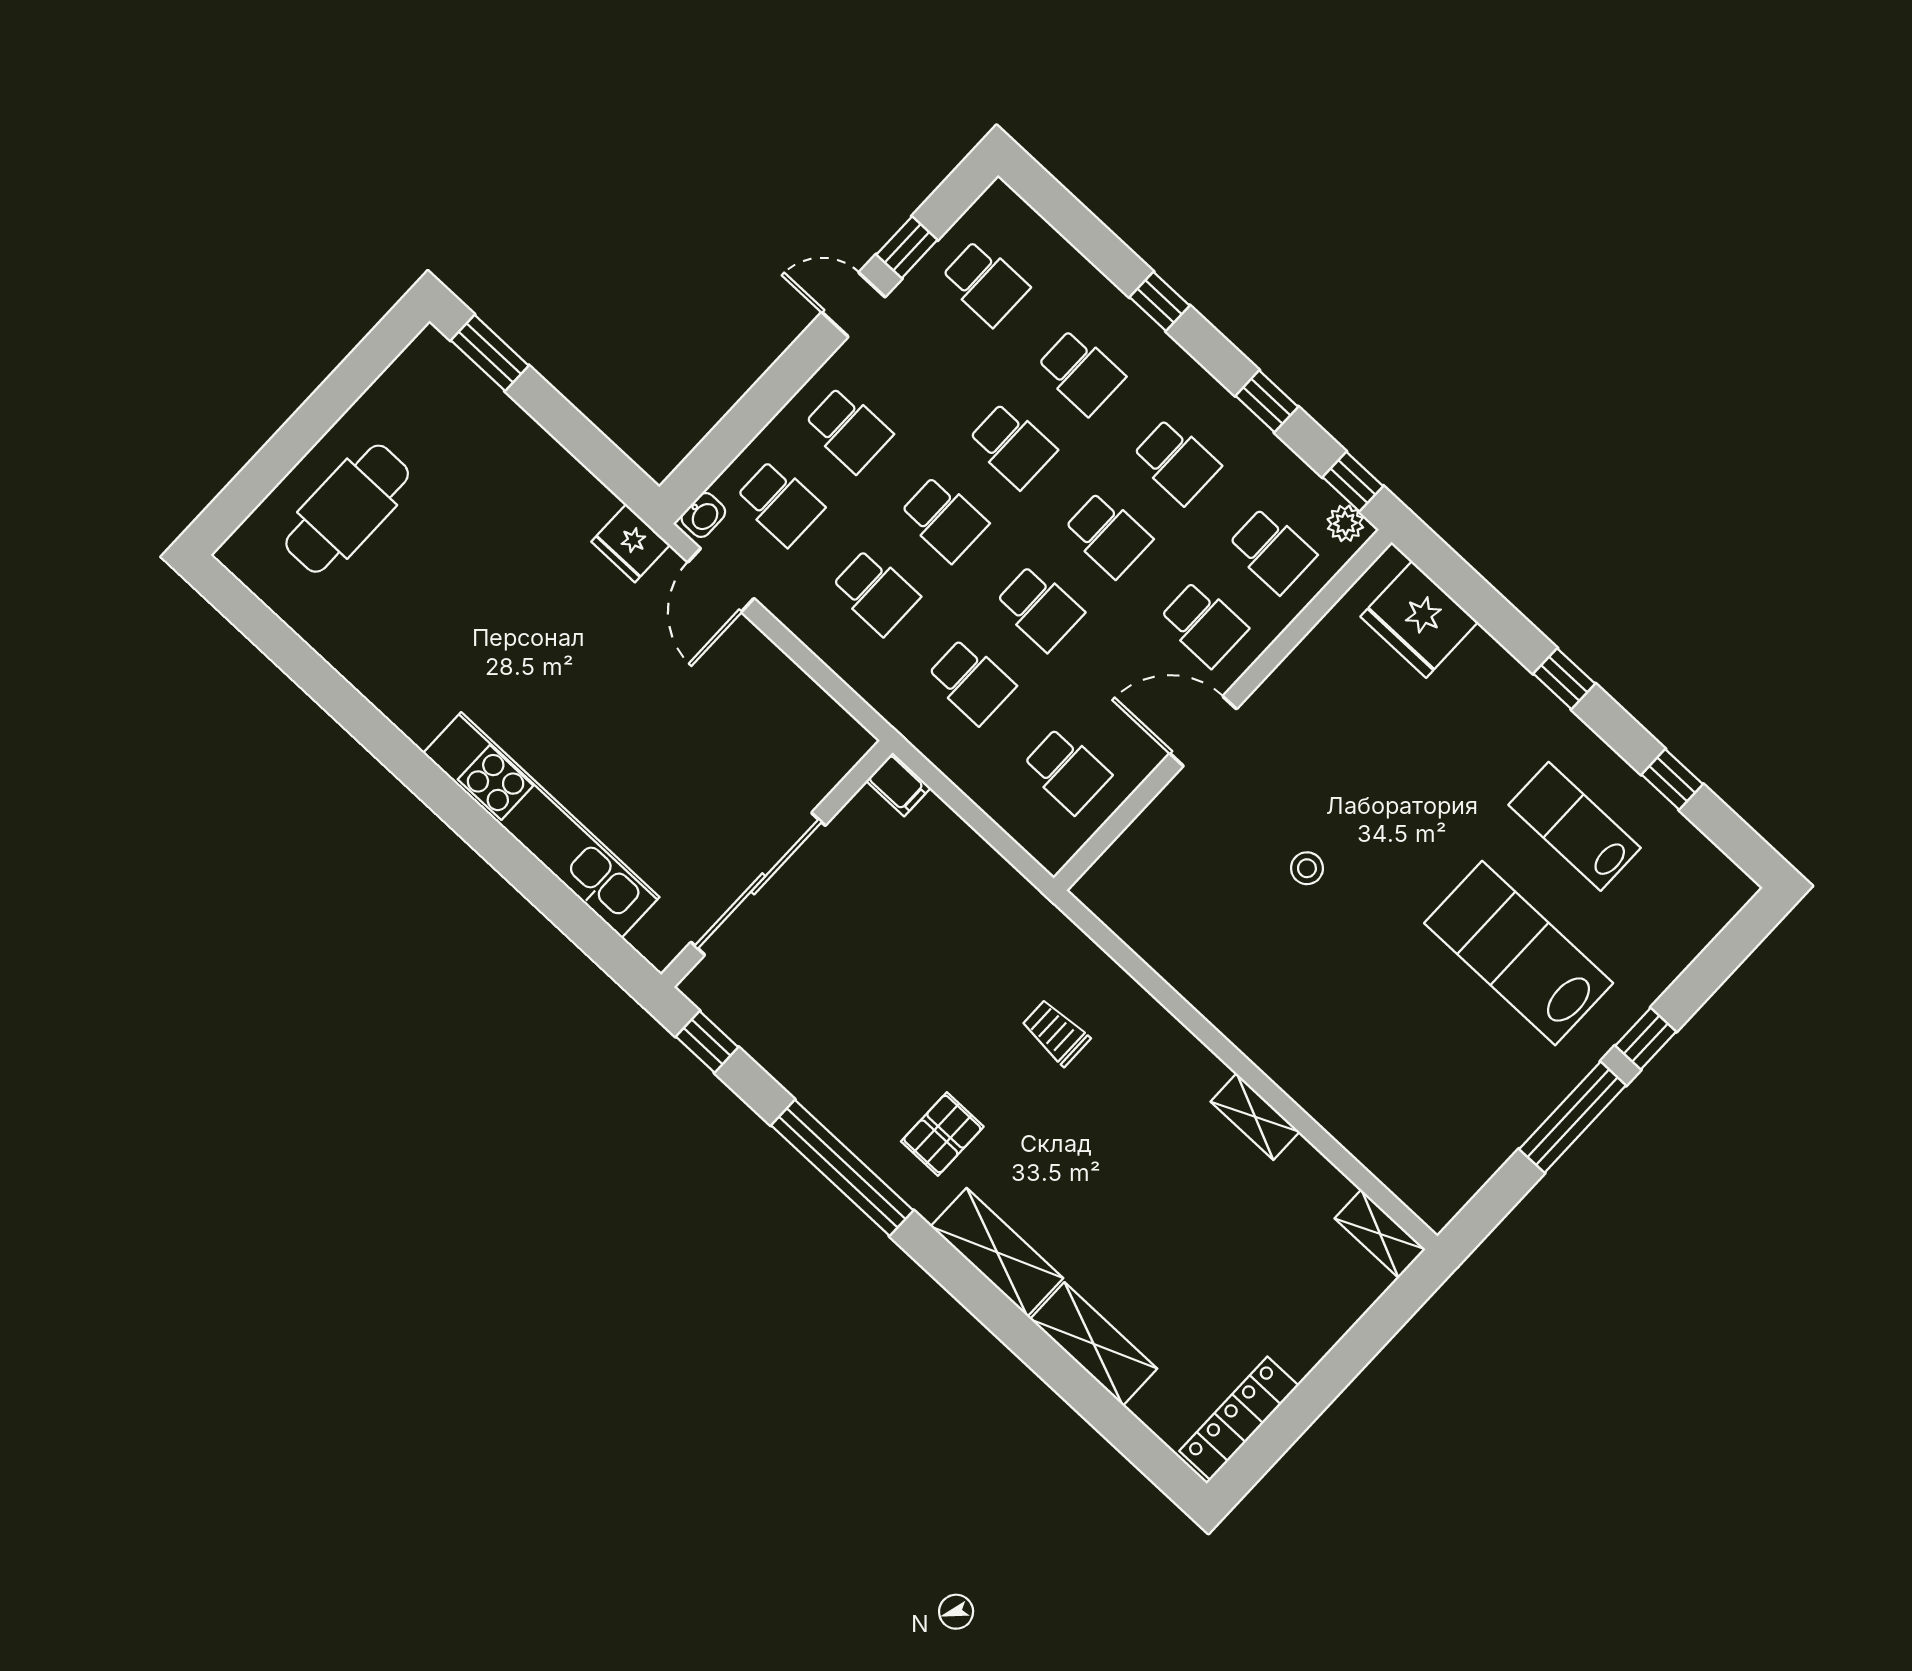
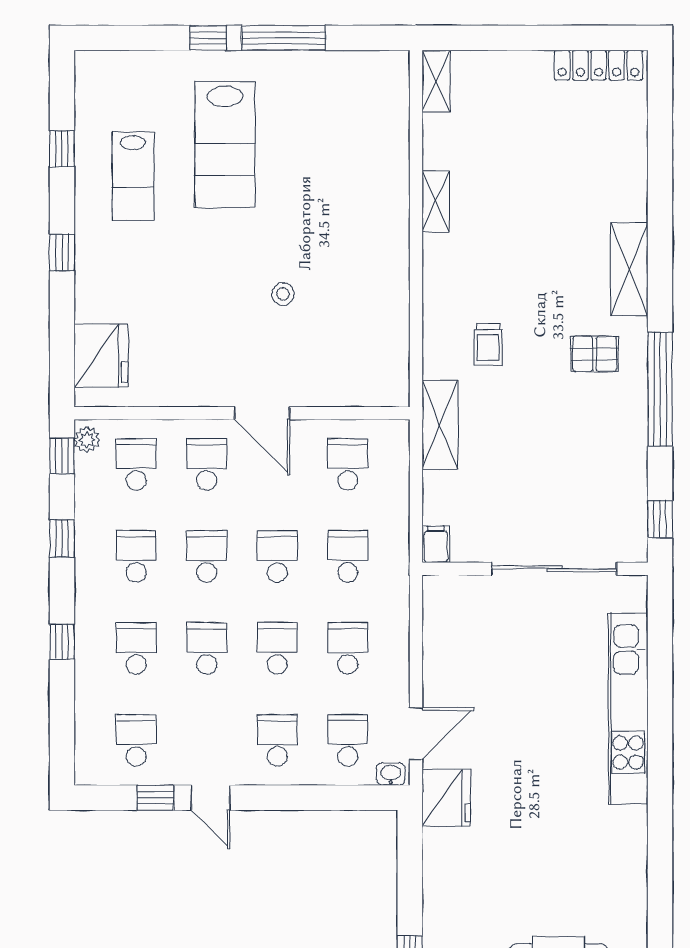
fridge: (631, 543) -> (446, 798), width x1.36, depth x1.34
shelving: (1094, 1344) -> (440, 425), moved

